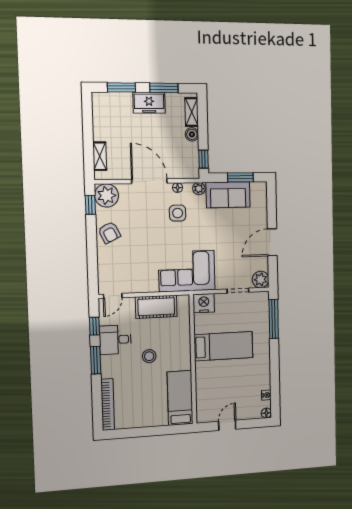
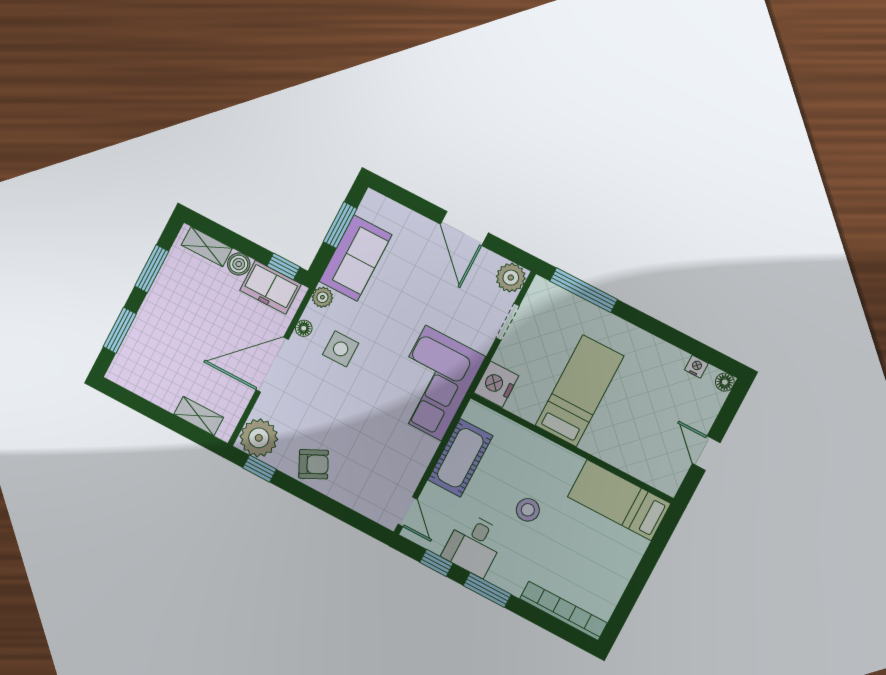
freezer: (149, 103) -> (271, 287), moved, turned 90

